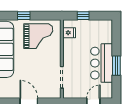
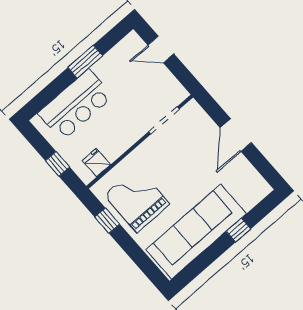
window: (24, 16) -> (107, 221), moved
bar counter: (102, 63) -> (75, 105), moved

